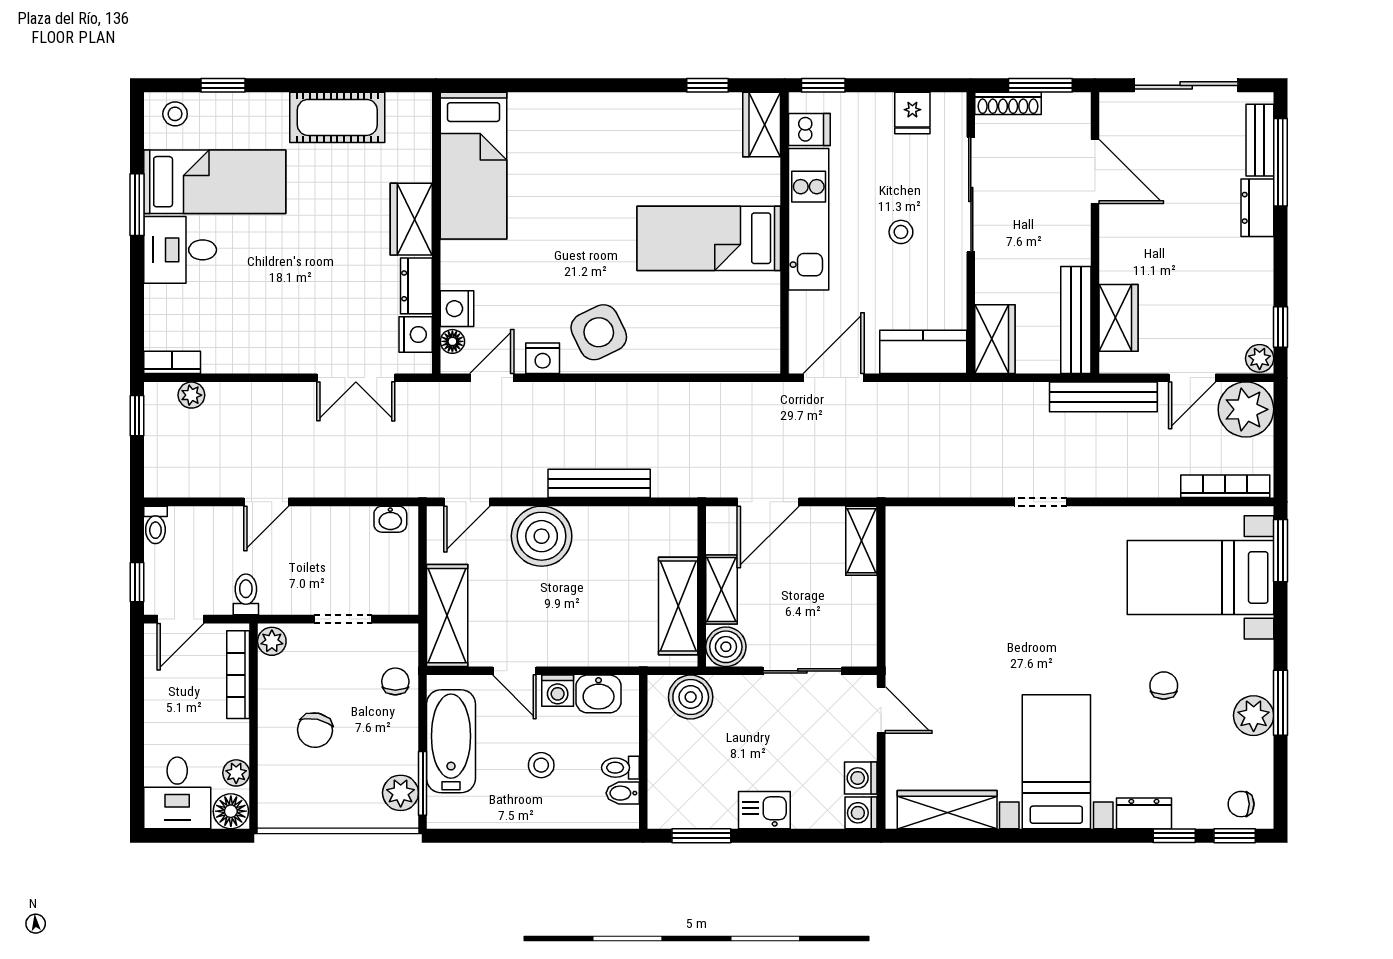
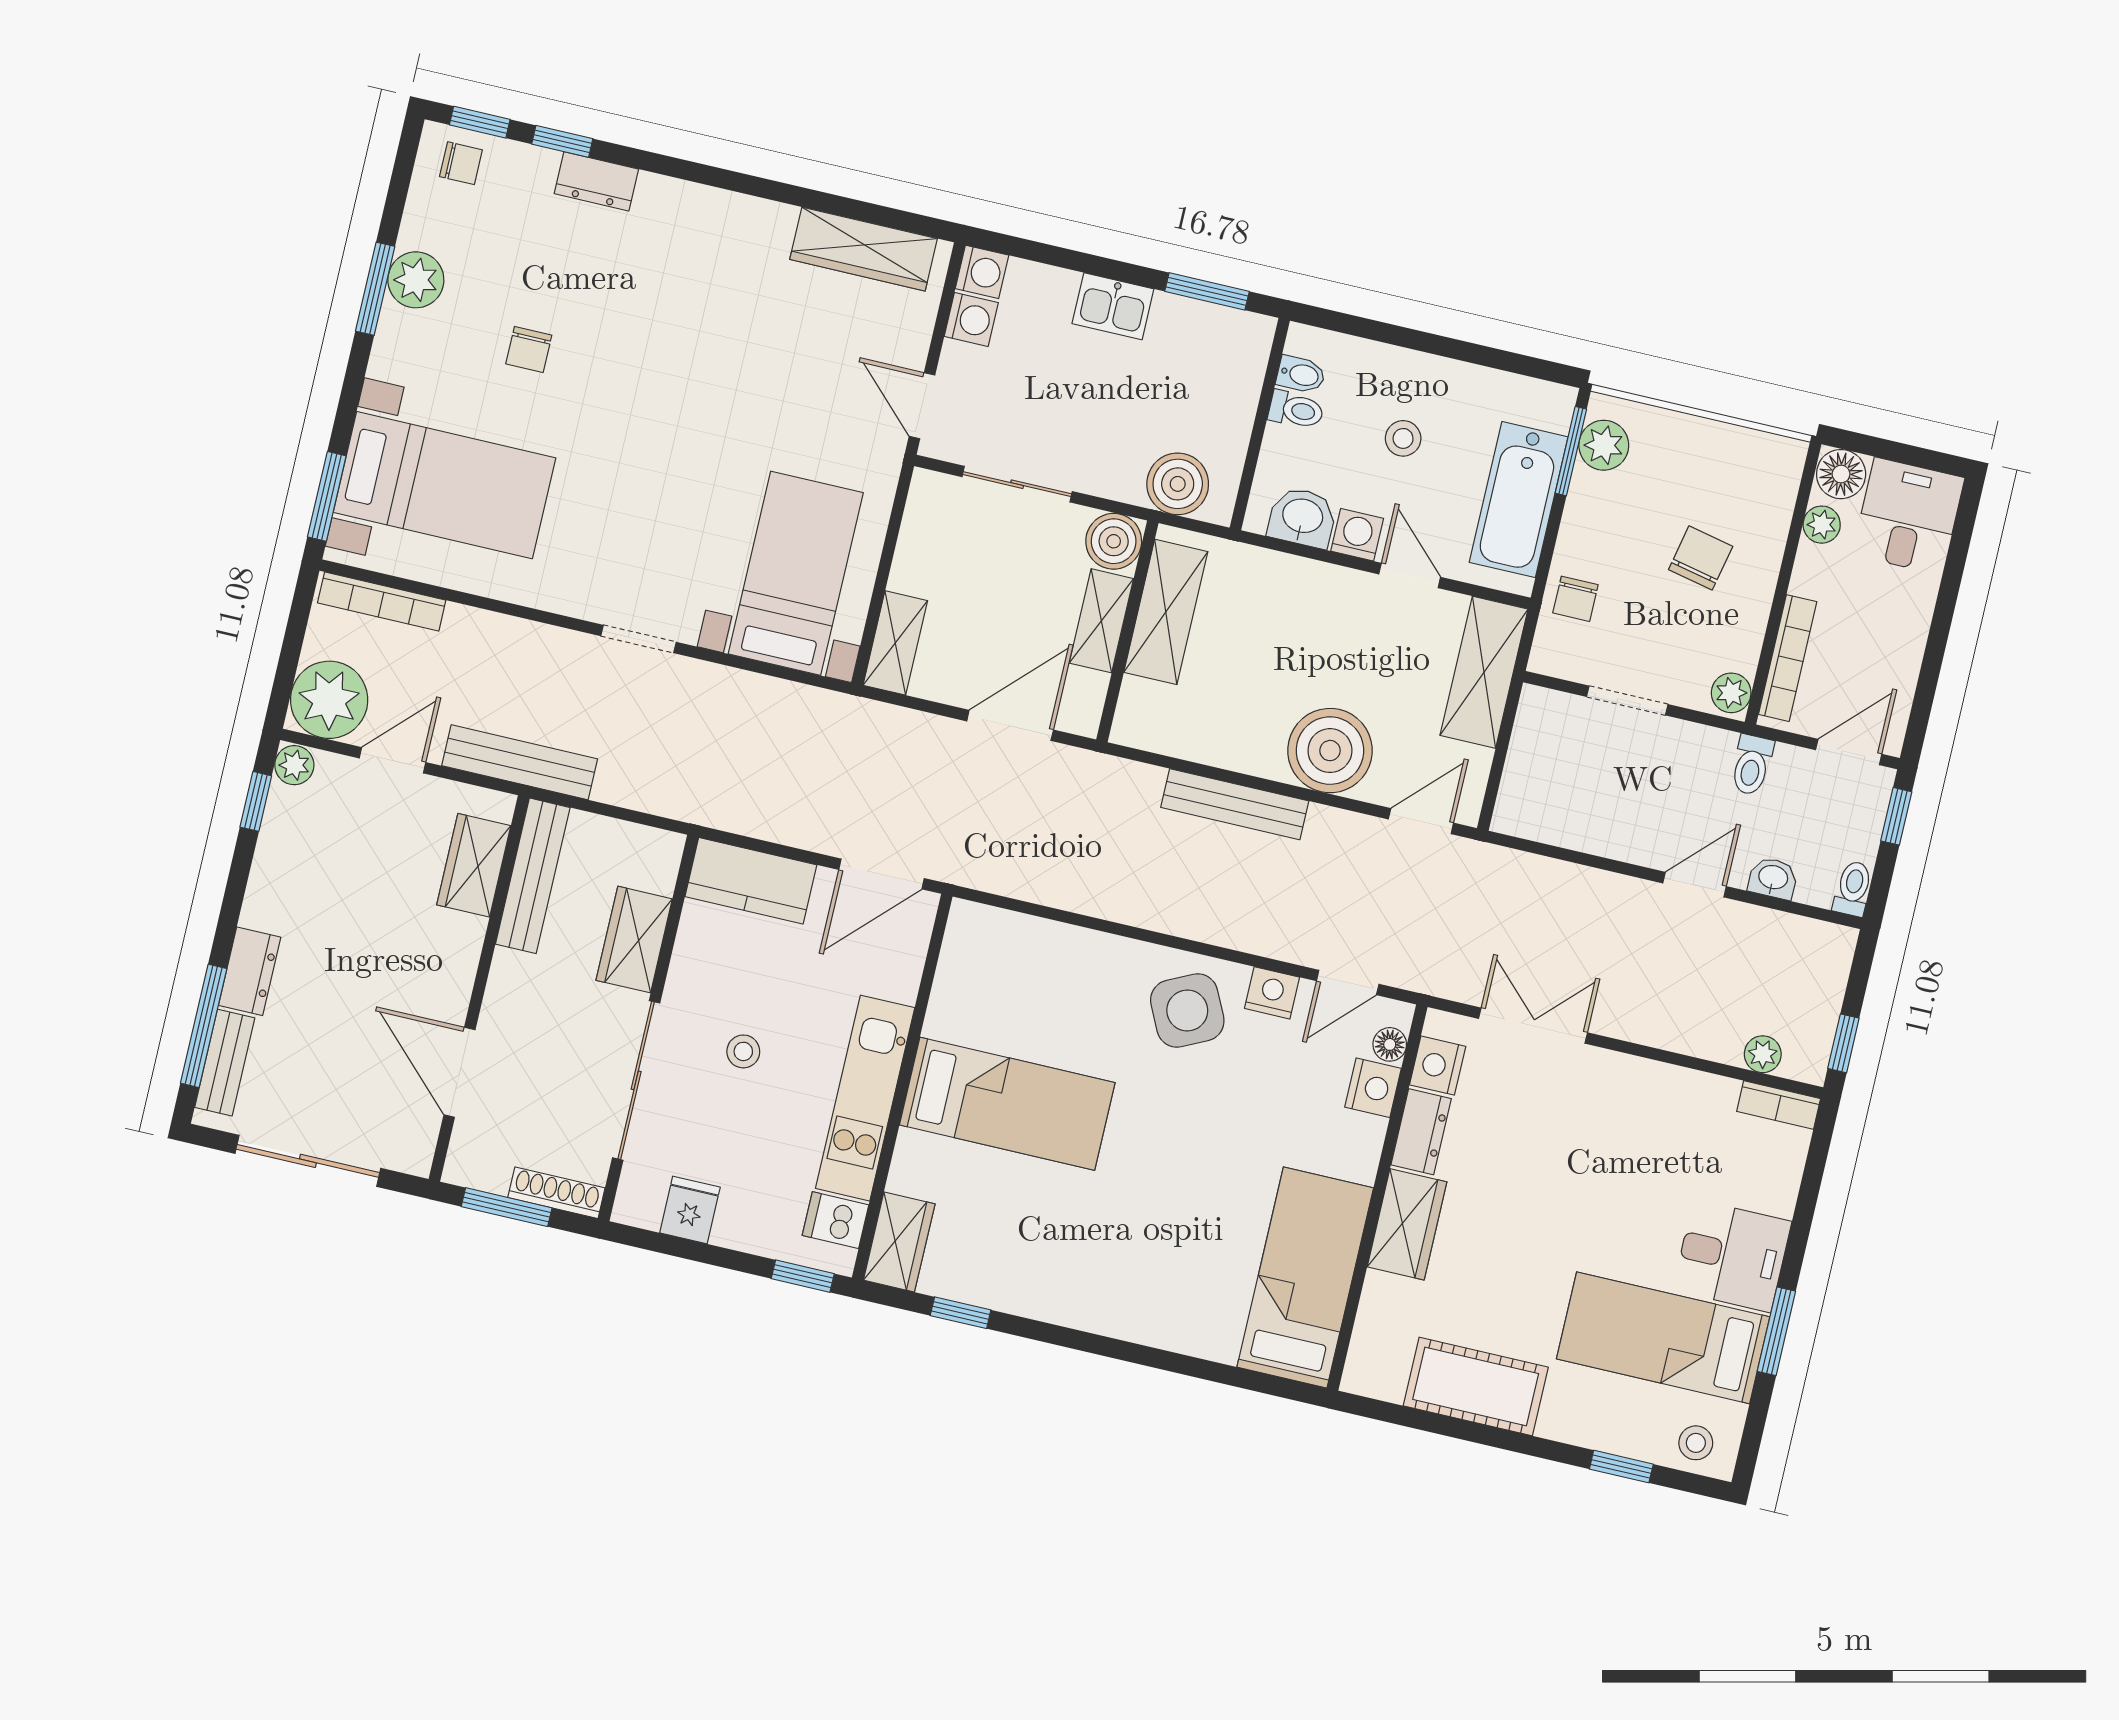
wardrobe: (995, 339) -> (634, 940), moved
washbasin: (390, 519) -> (1773, 878), moved
bed with nightstands: (1056, 762) -> (796, 573), moved, turned 180

